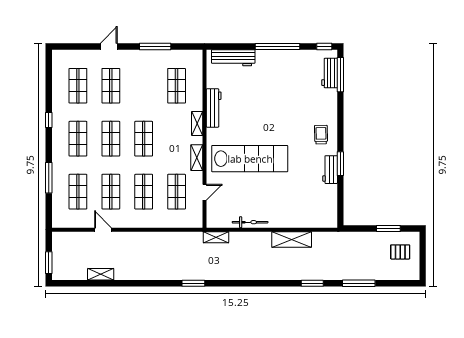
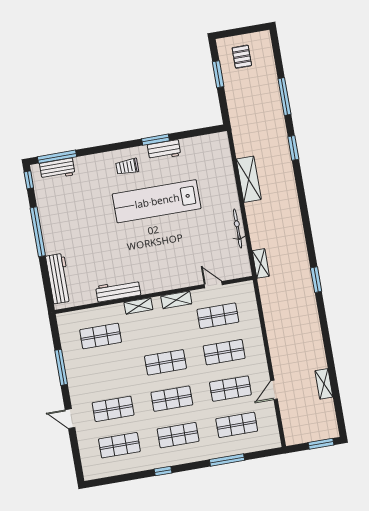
lab bench: (250, 159) -> (157, 201), moved, turned -90

